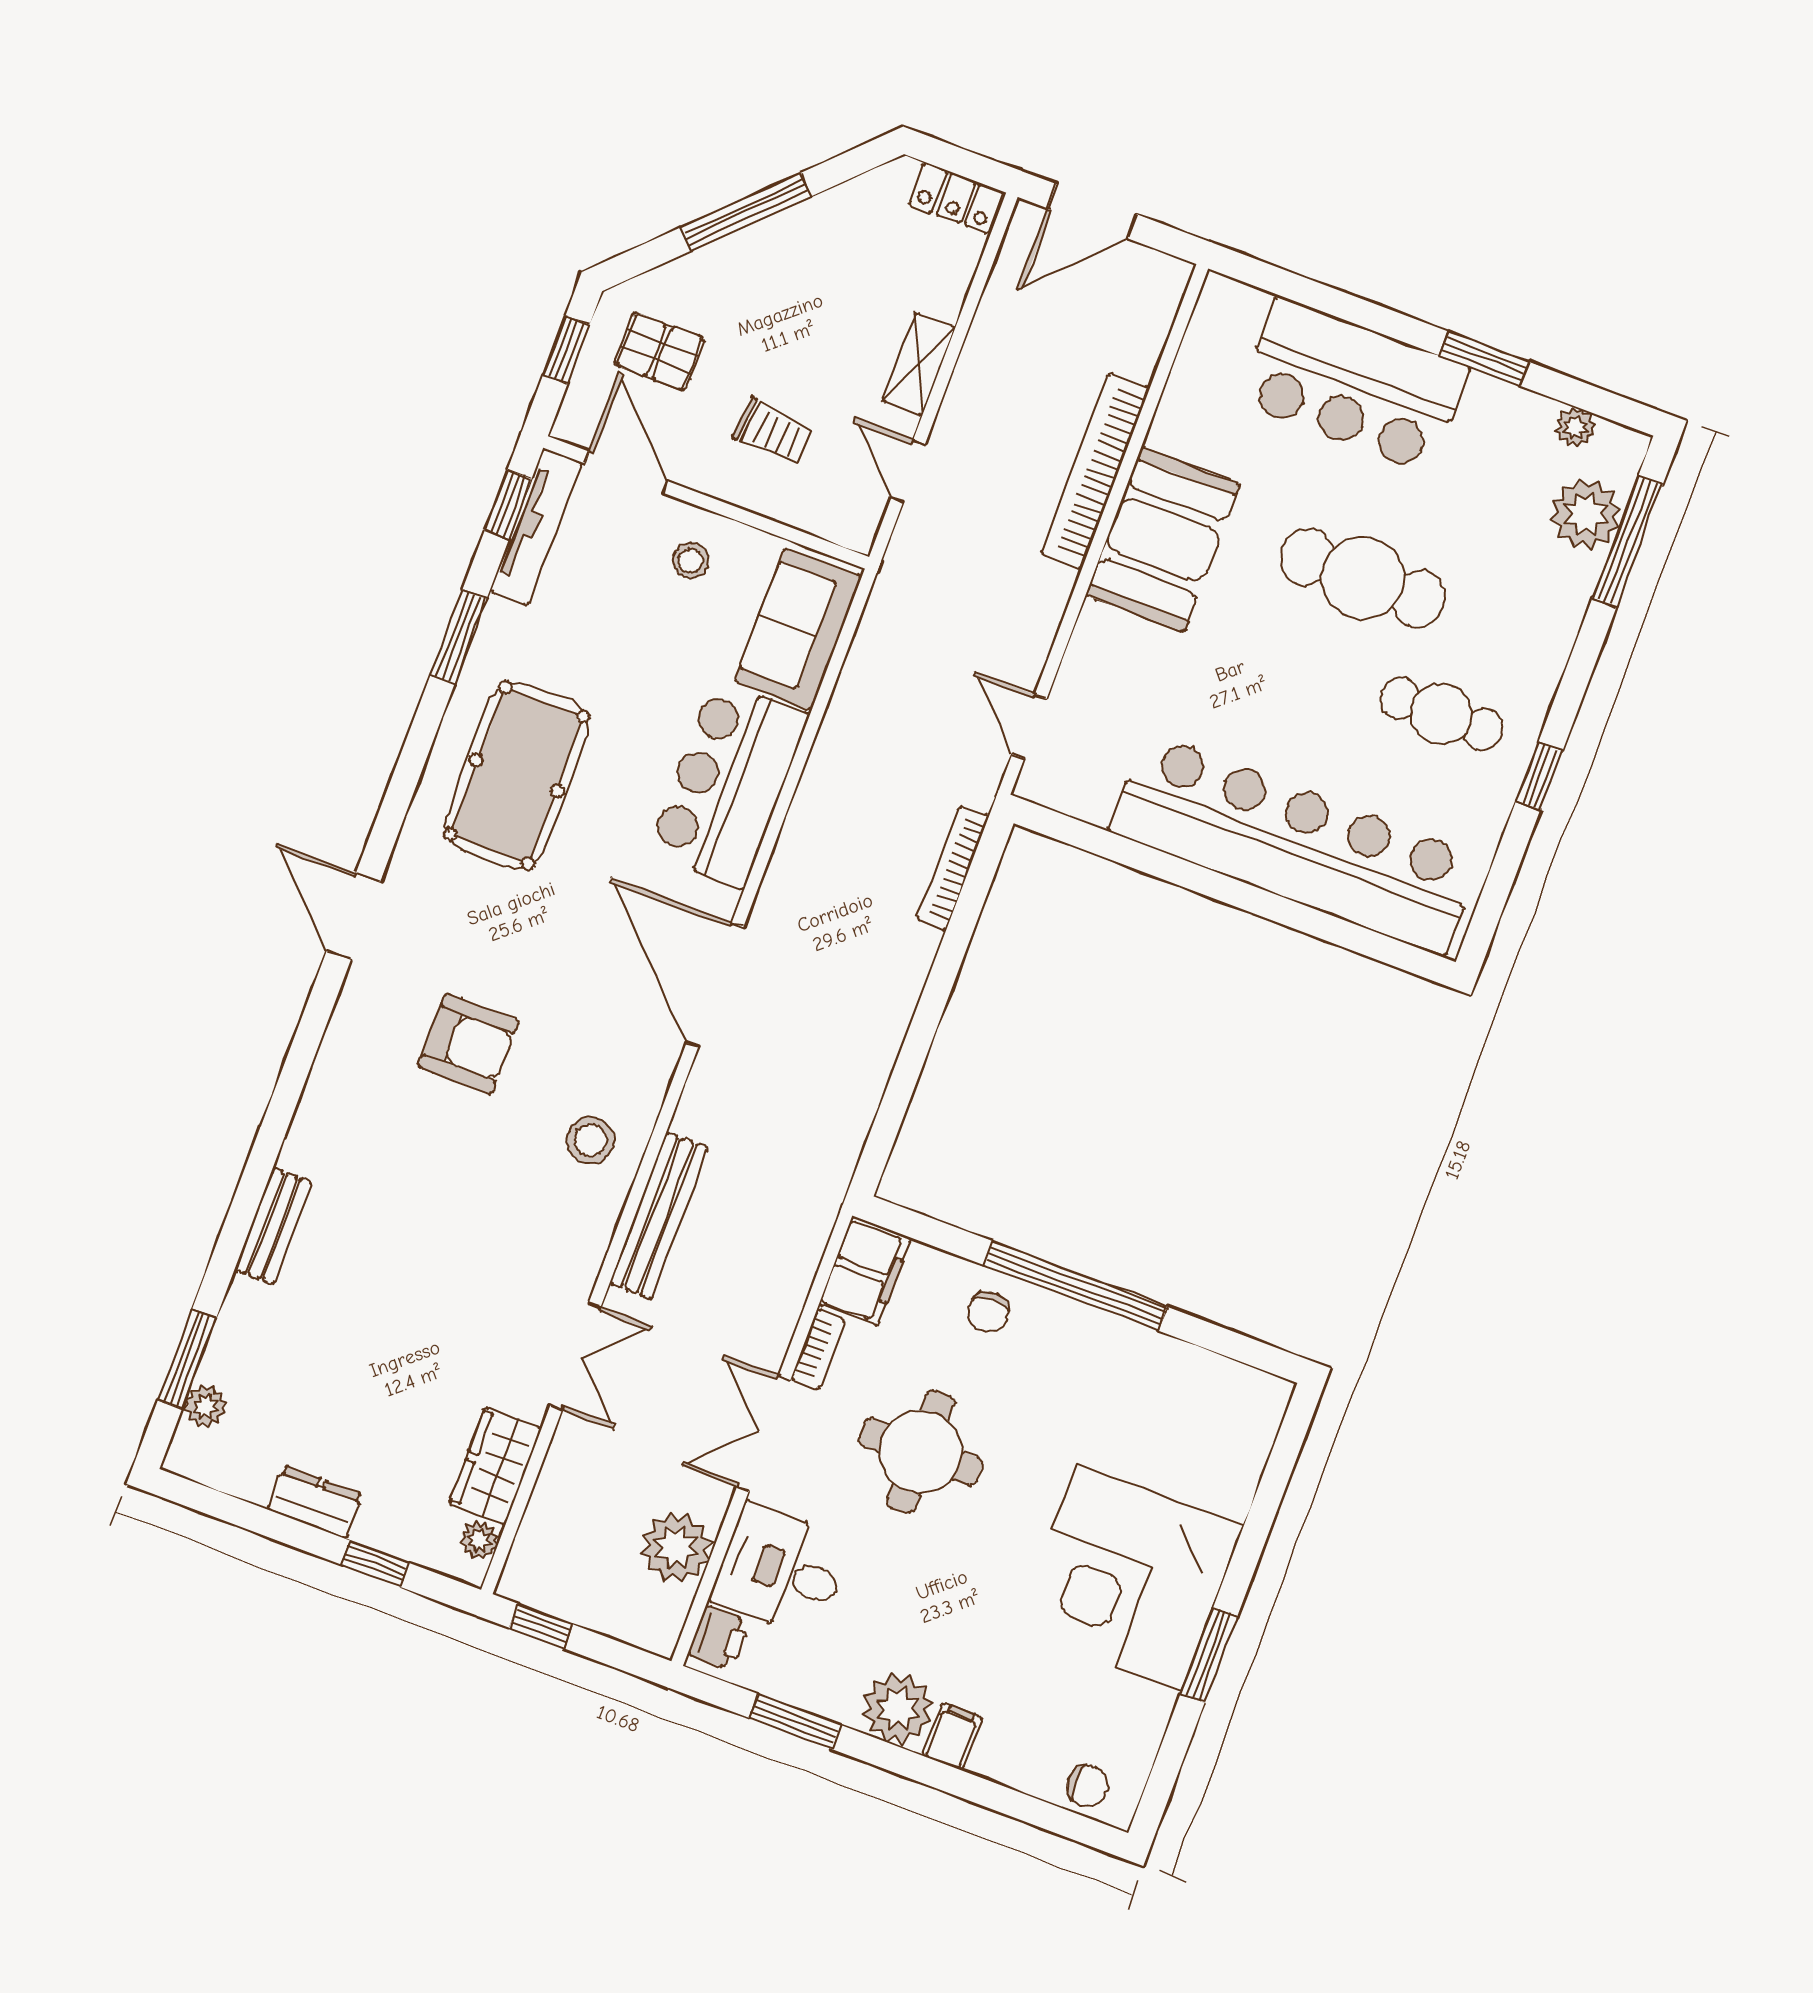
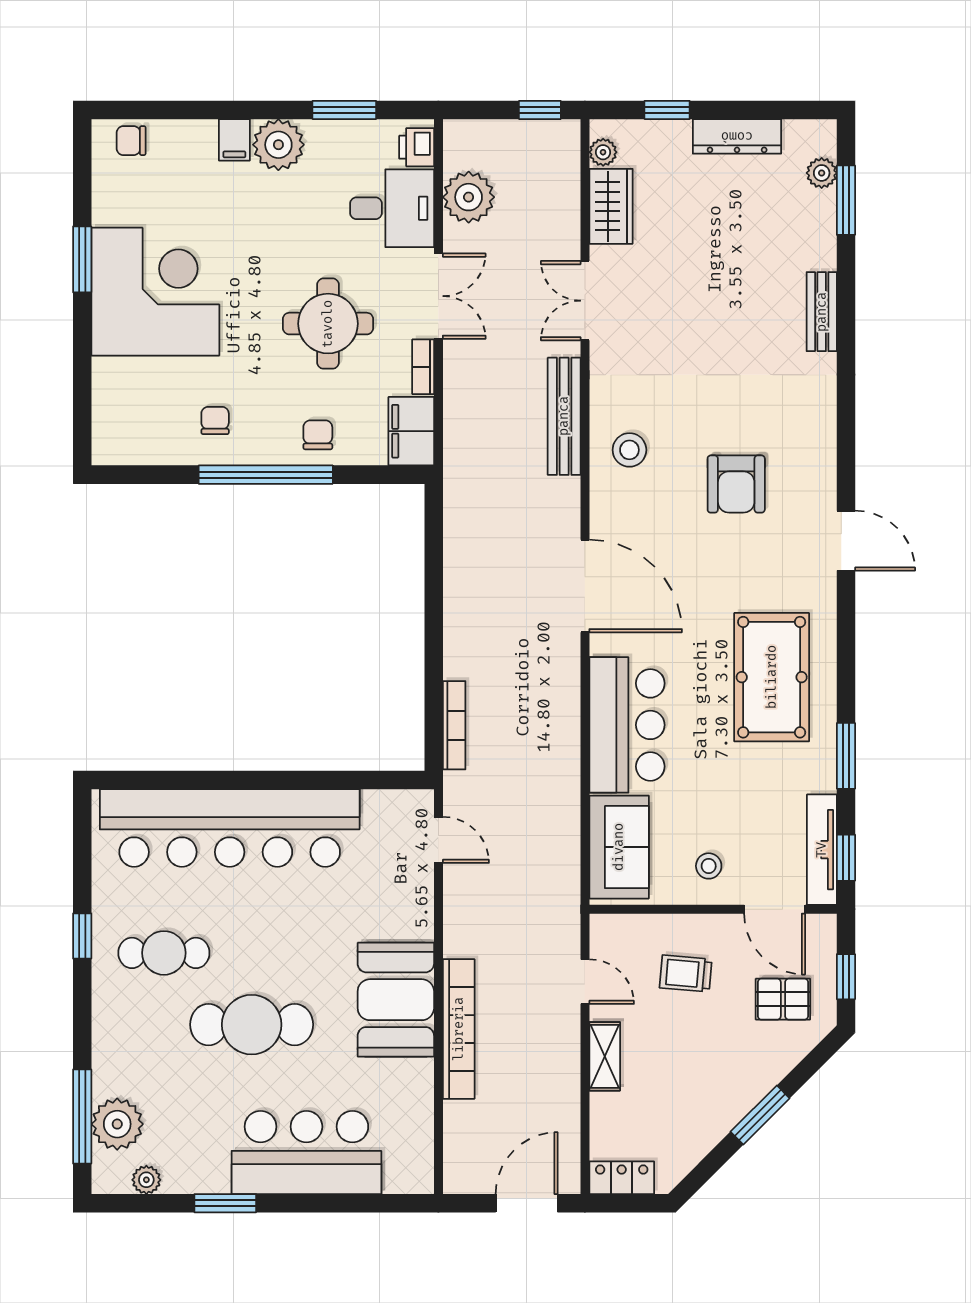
window: (746, 212) -> (760, 1115), width x0.69
armchair: (468, 1044) -> (736, 484), turned -90
chair: (1115, 1381) -> (215, 421), added
dresser: (315, 1502) -> (737, 136), width x1.44

